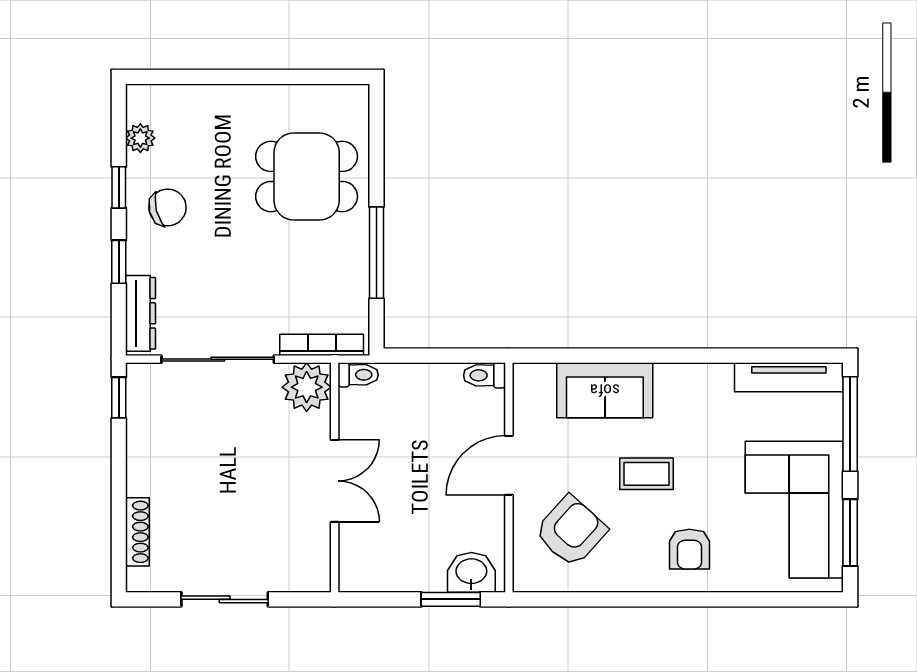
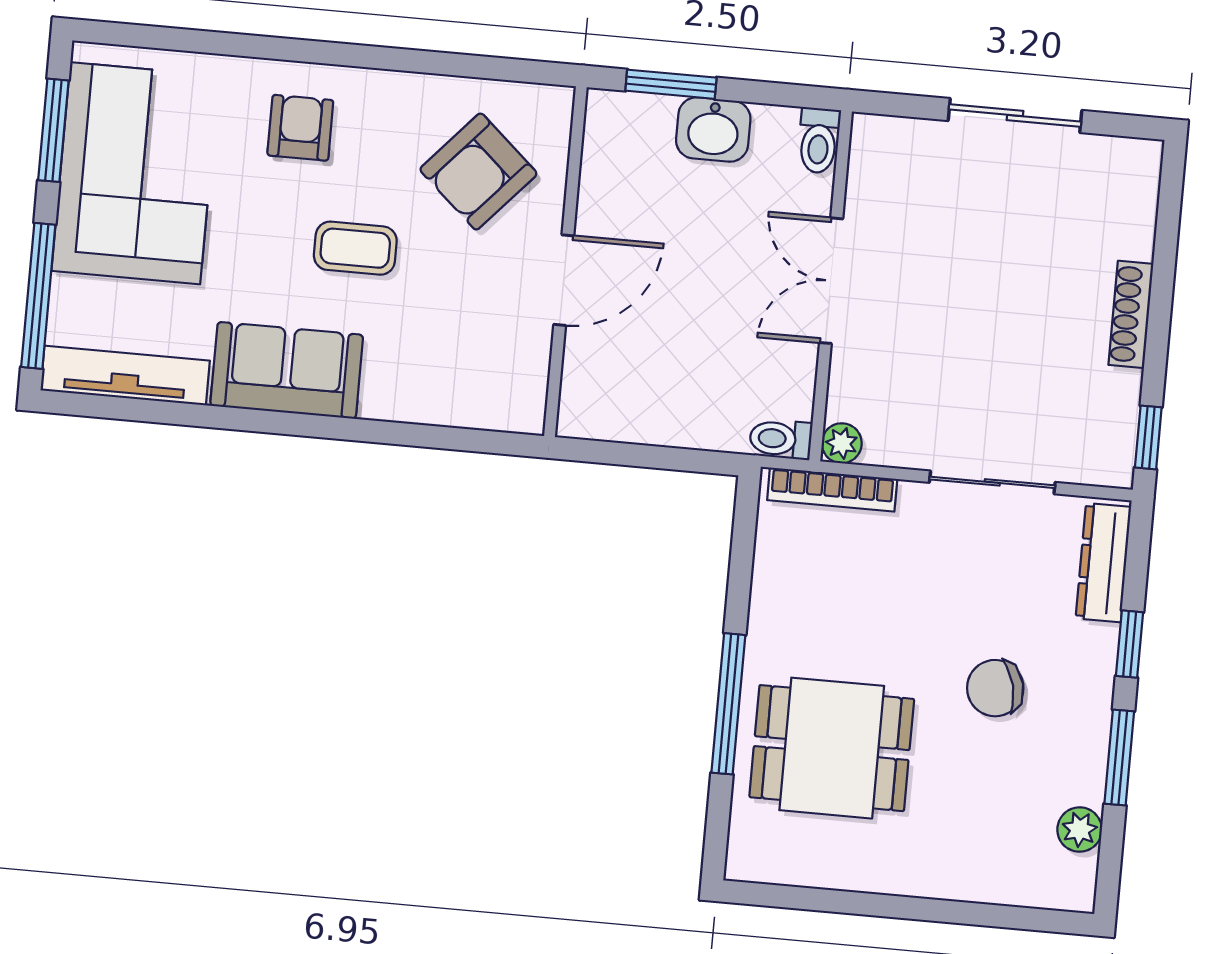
window: (119, 187) -> (1119, 758), width x1.50
chair: (168, 207) -> (995, 688), moved
window: (377, 253) -> (728, 704), moved
sliding door: (218, 359) -> (992, 482), width x0.73
toilet: (484, 375) -> (819, 140), moved, turned 90
plant: (307, 387) -> (842, 443), width x0.53, depth x0.53
sofa: (605, 390) -> (287, 370), moved
shoe rack: (137, 532) -> (1131, 314), moved
washbasin: (471, 572) -> (713, 130), moved

